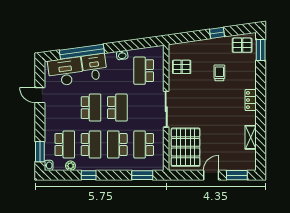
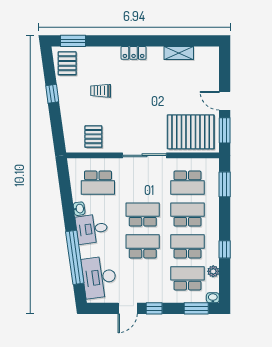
desk: (94, 67) -> (92, 229), moved
window: (40, 117) -> (154, 308), added
school desk: (117, 145) -> (187, 215), turned 180
window: (237, 175) -> (225, 130), moved

